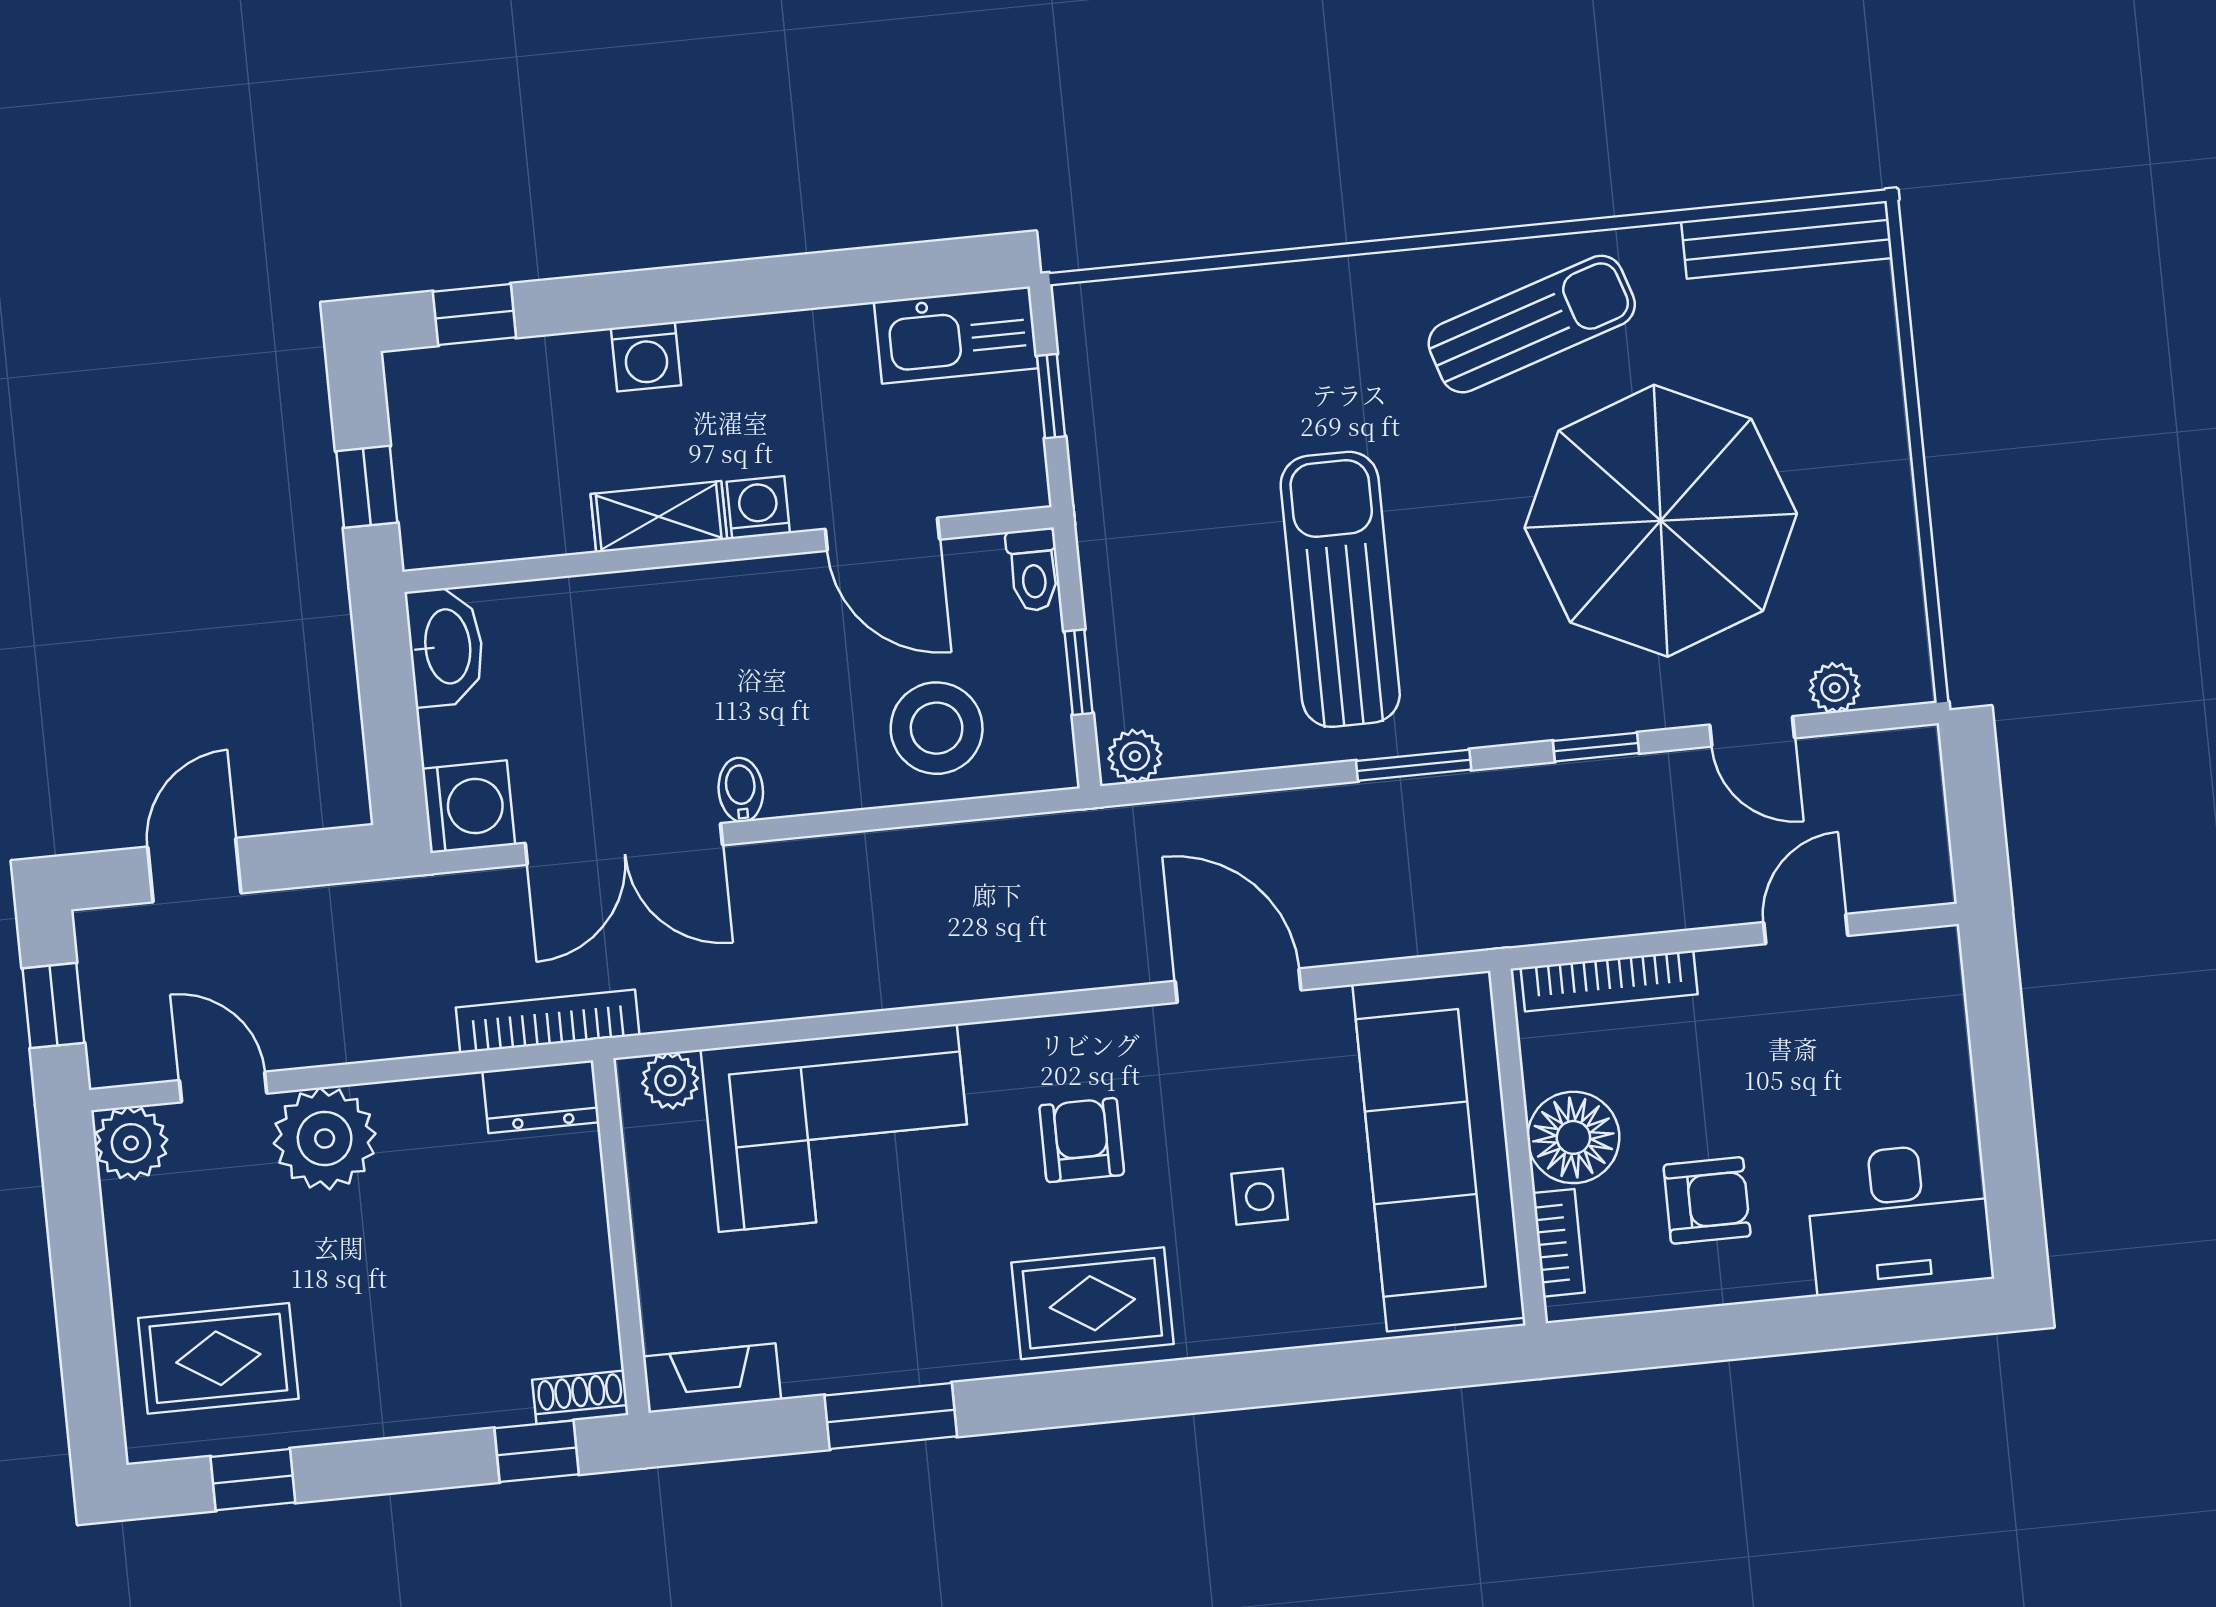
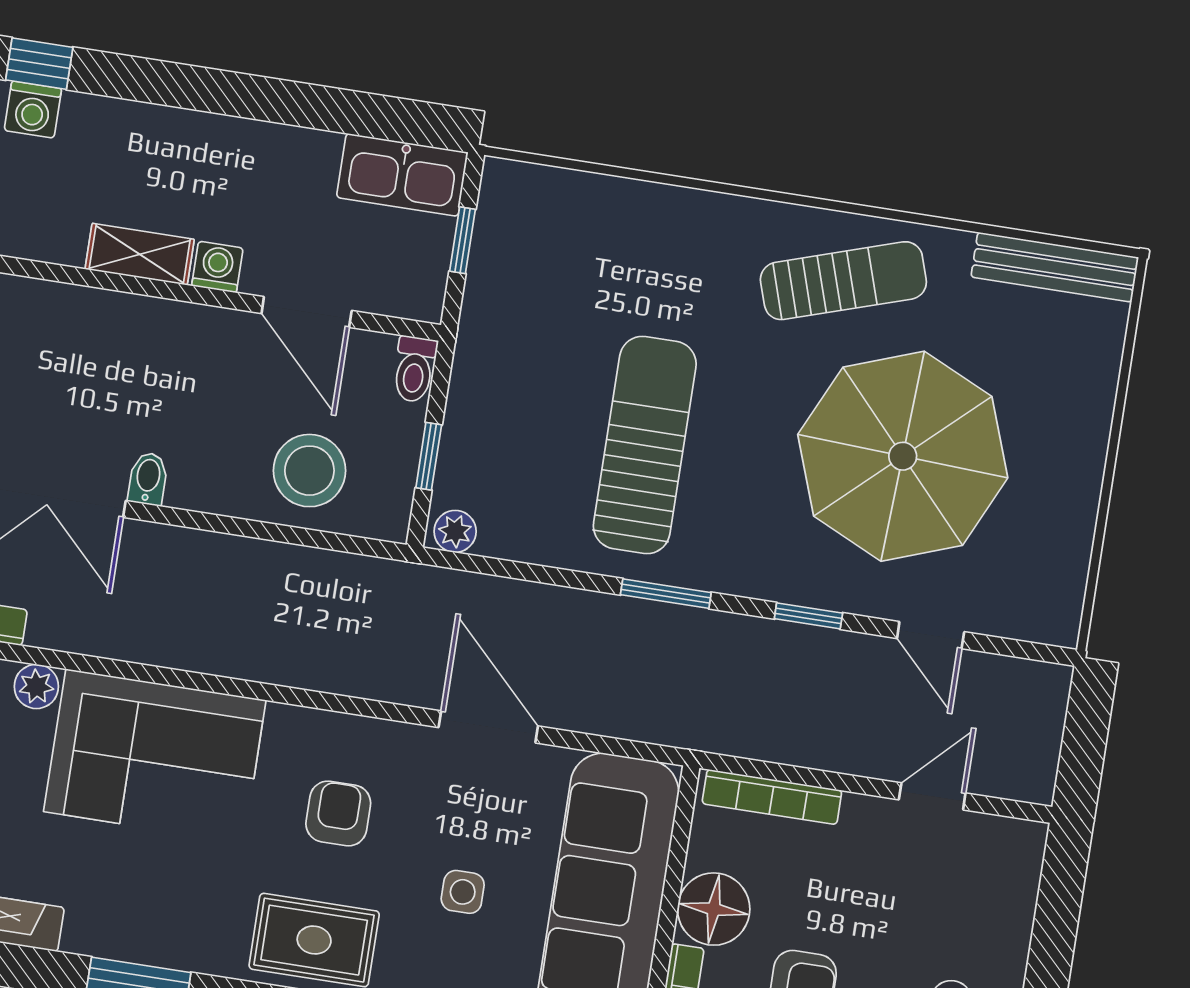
washing machine: (646, 357) -> (33, 110), moved
plant: (1835, 688) -> (1002, 618), removed

